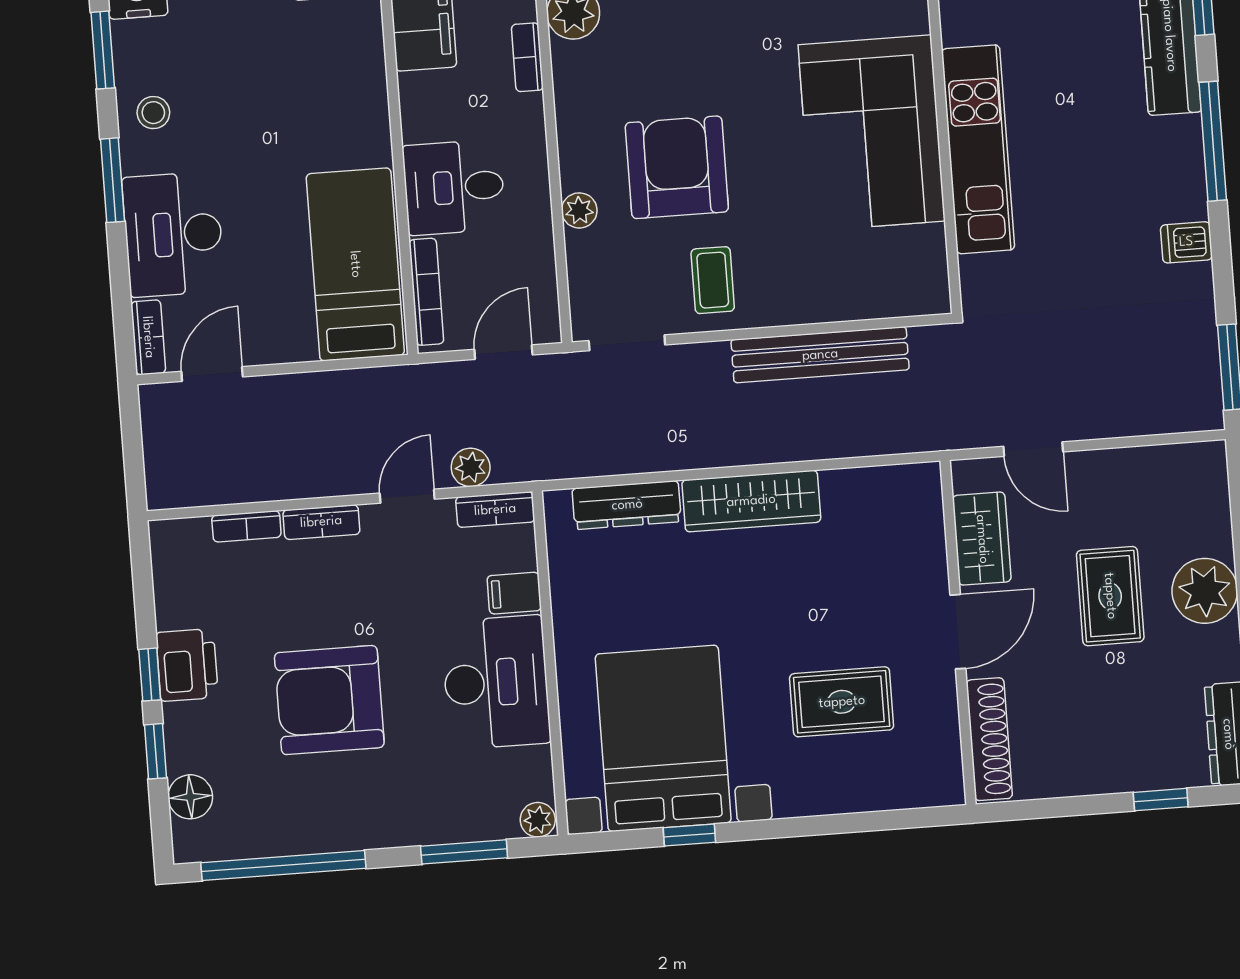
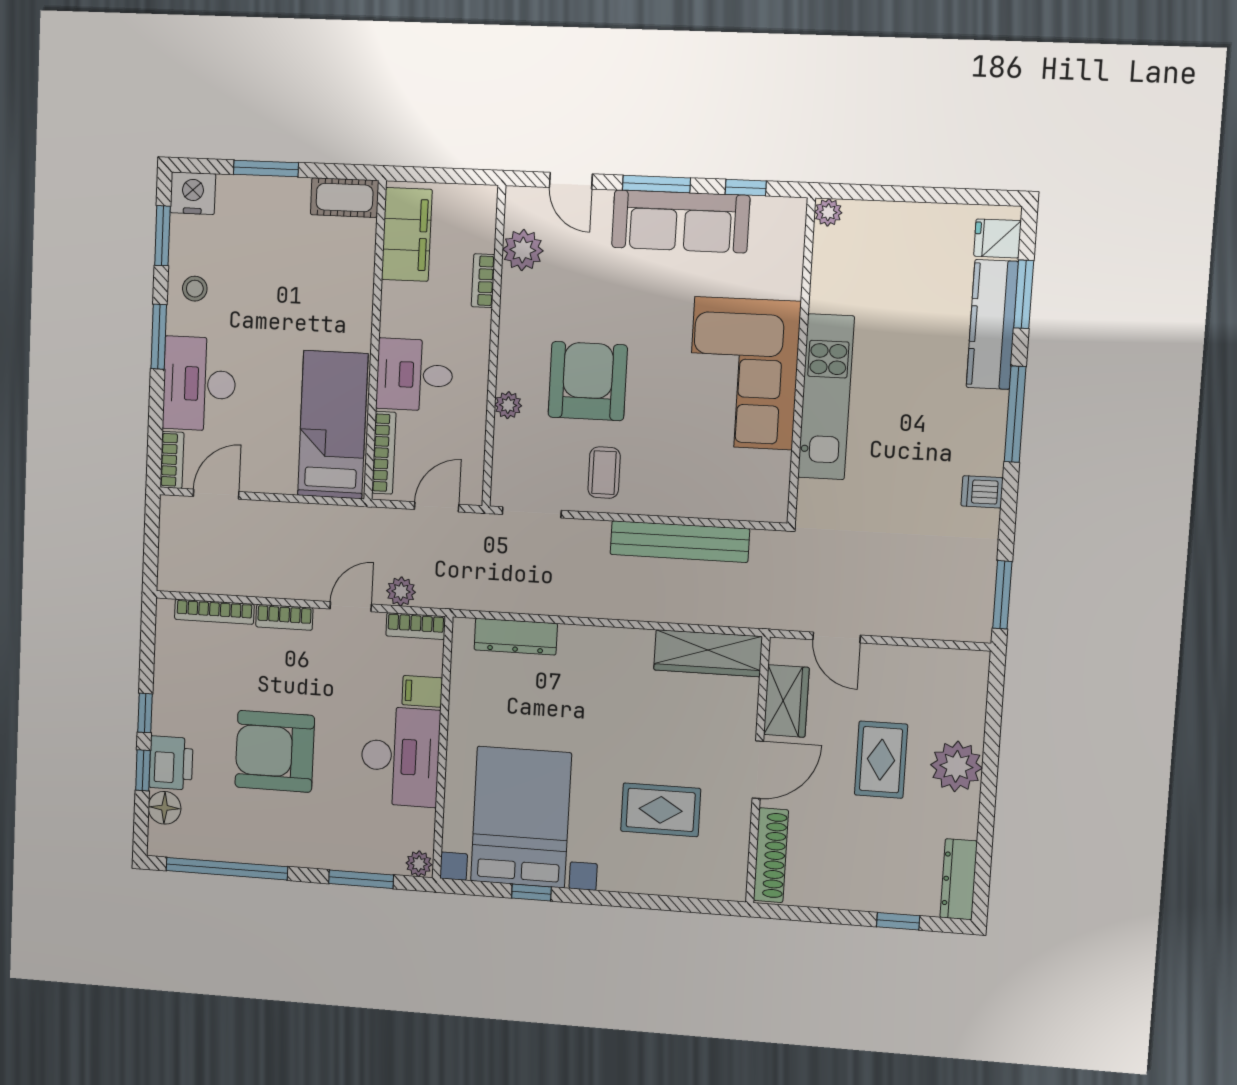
wardrobe: (751, 501) -> (708, 653), moved
bookcase: (246, 526) -> (214, 612), width x1.56
printer: (187, 665) -> (171, 763), moved

